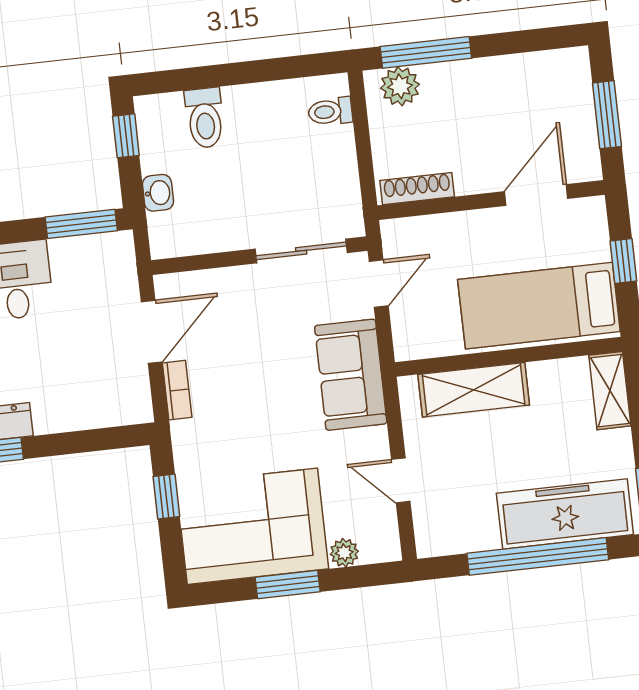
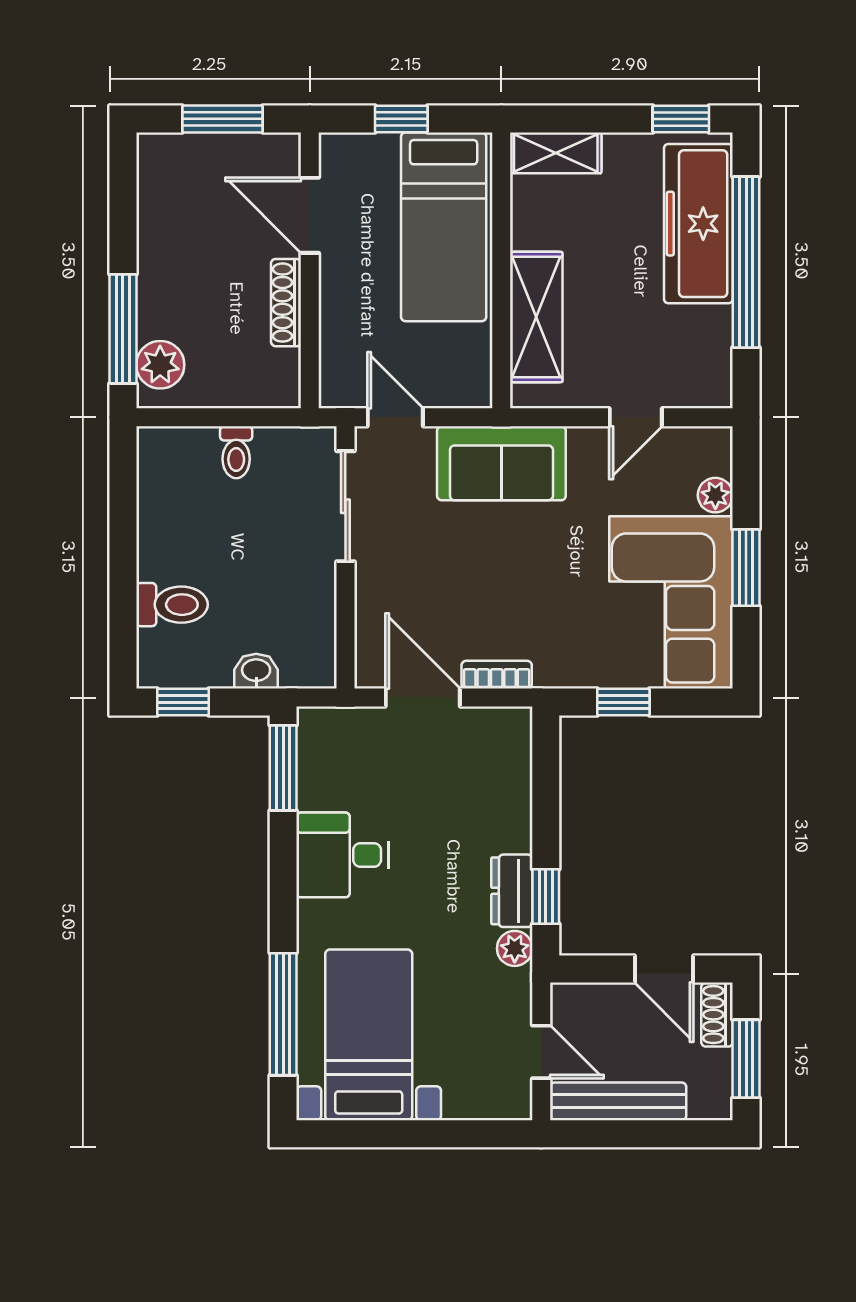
toilet: (330, 112) -> (236, 452), moved
shoe rack: (417, 189) -> (286, 303), moved

